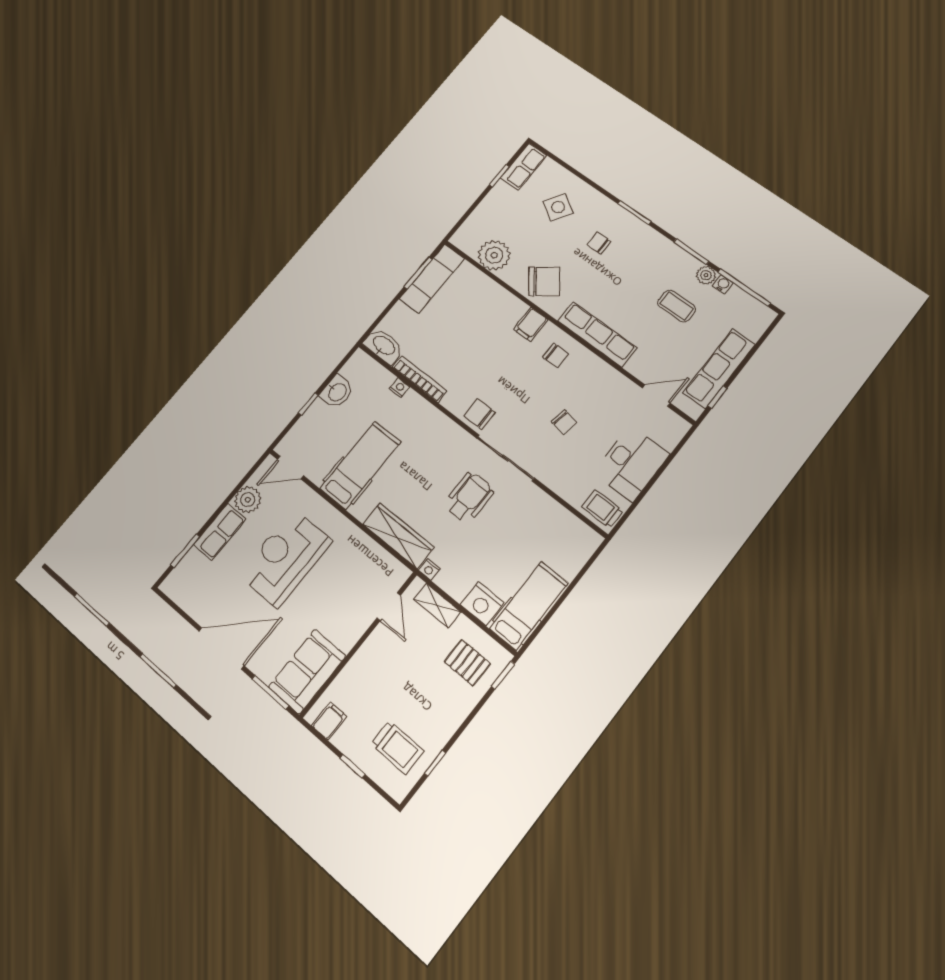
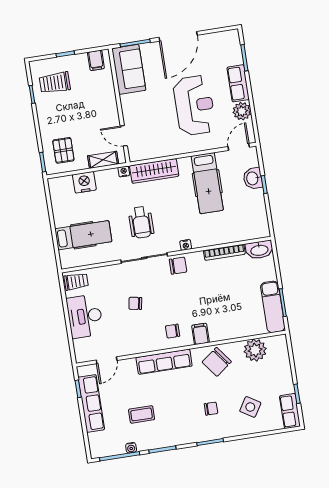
plant: (706, 275) -> (143, 444), removed
nightstand: (399, 388) -> (186, 245), moved
washbasin: (337, 392) -> (253, 178), moved
hospital bed: (529, 606) -> (83, 235), moved, turned -90
pallet: (467, 663) -> (63, 150), turned 90

